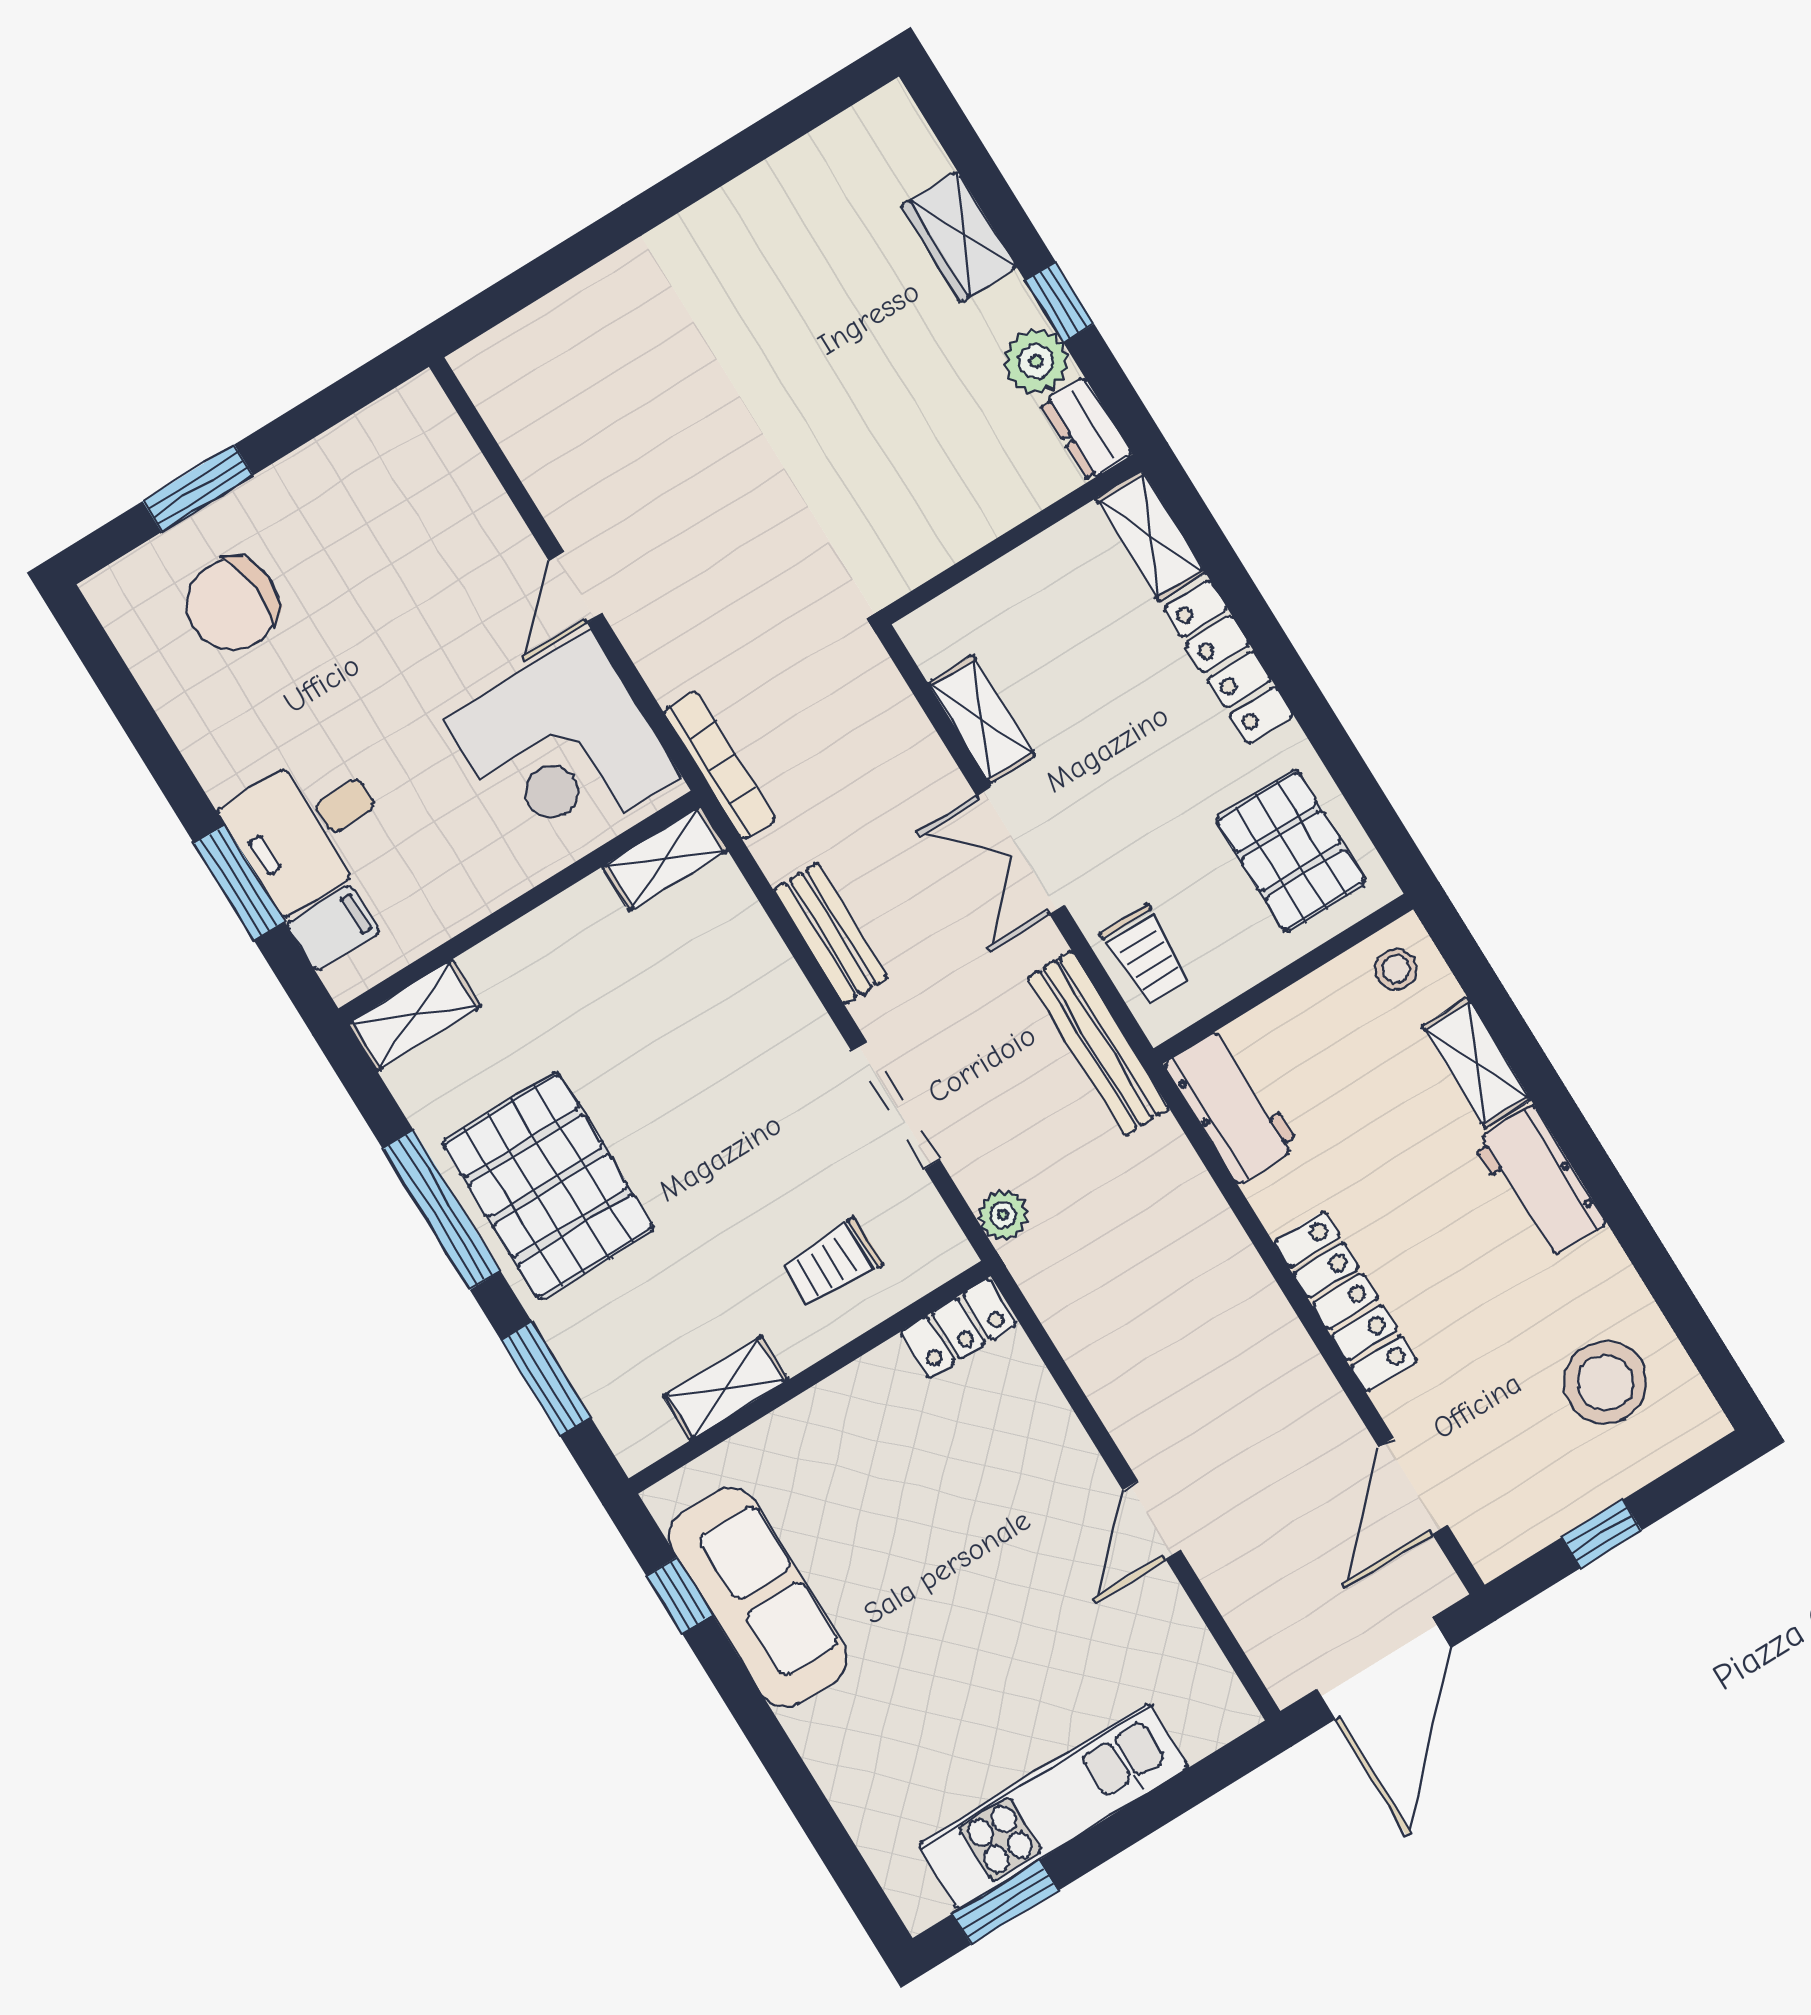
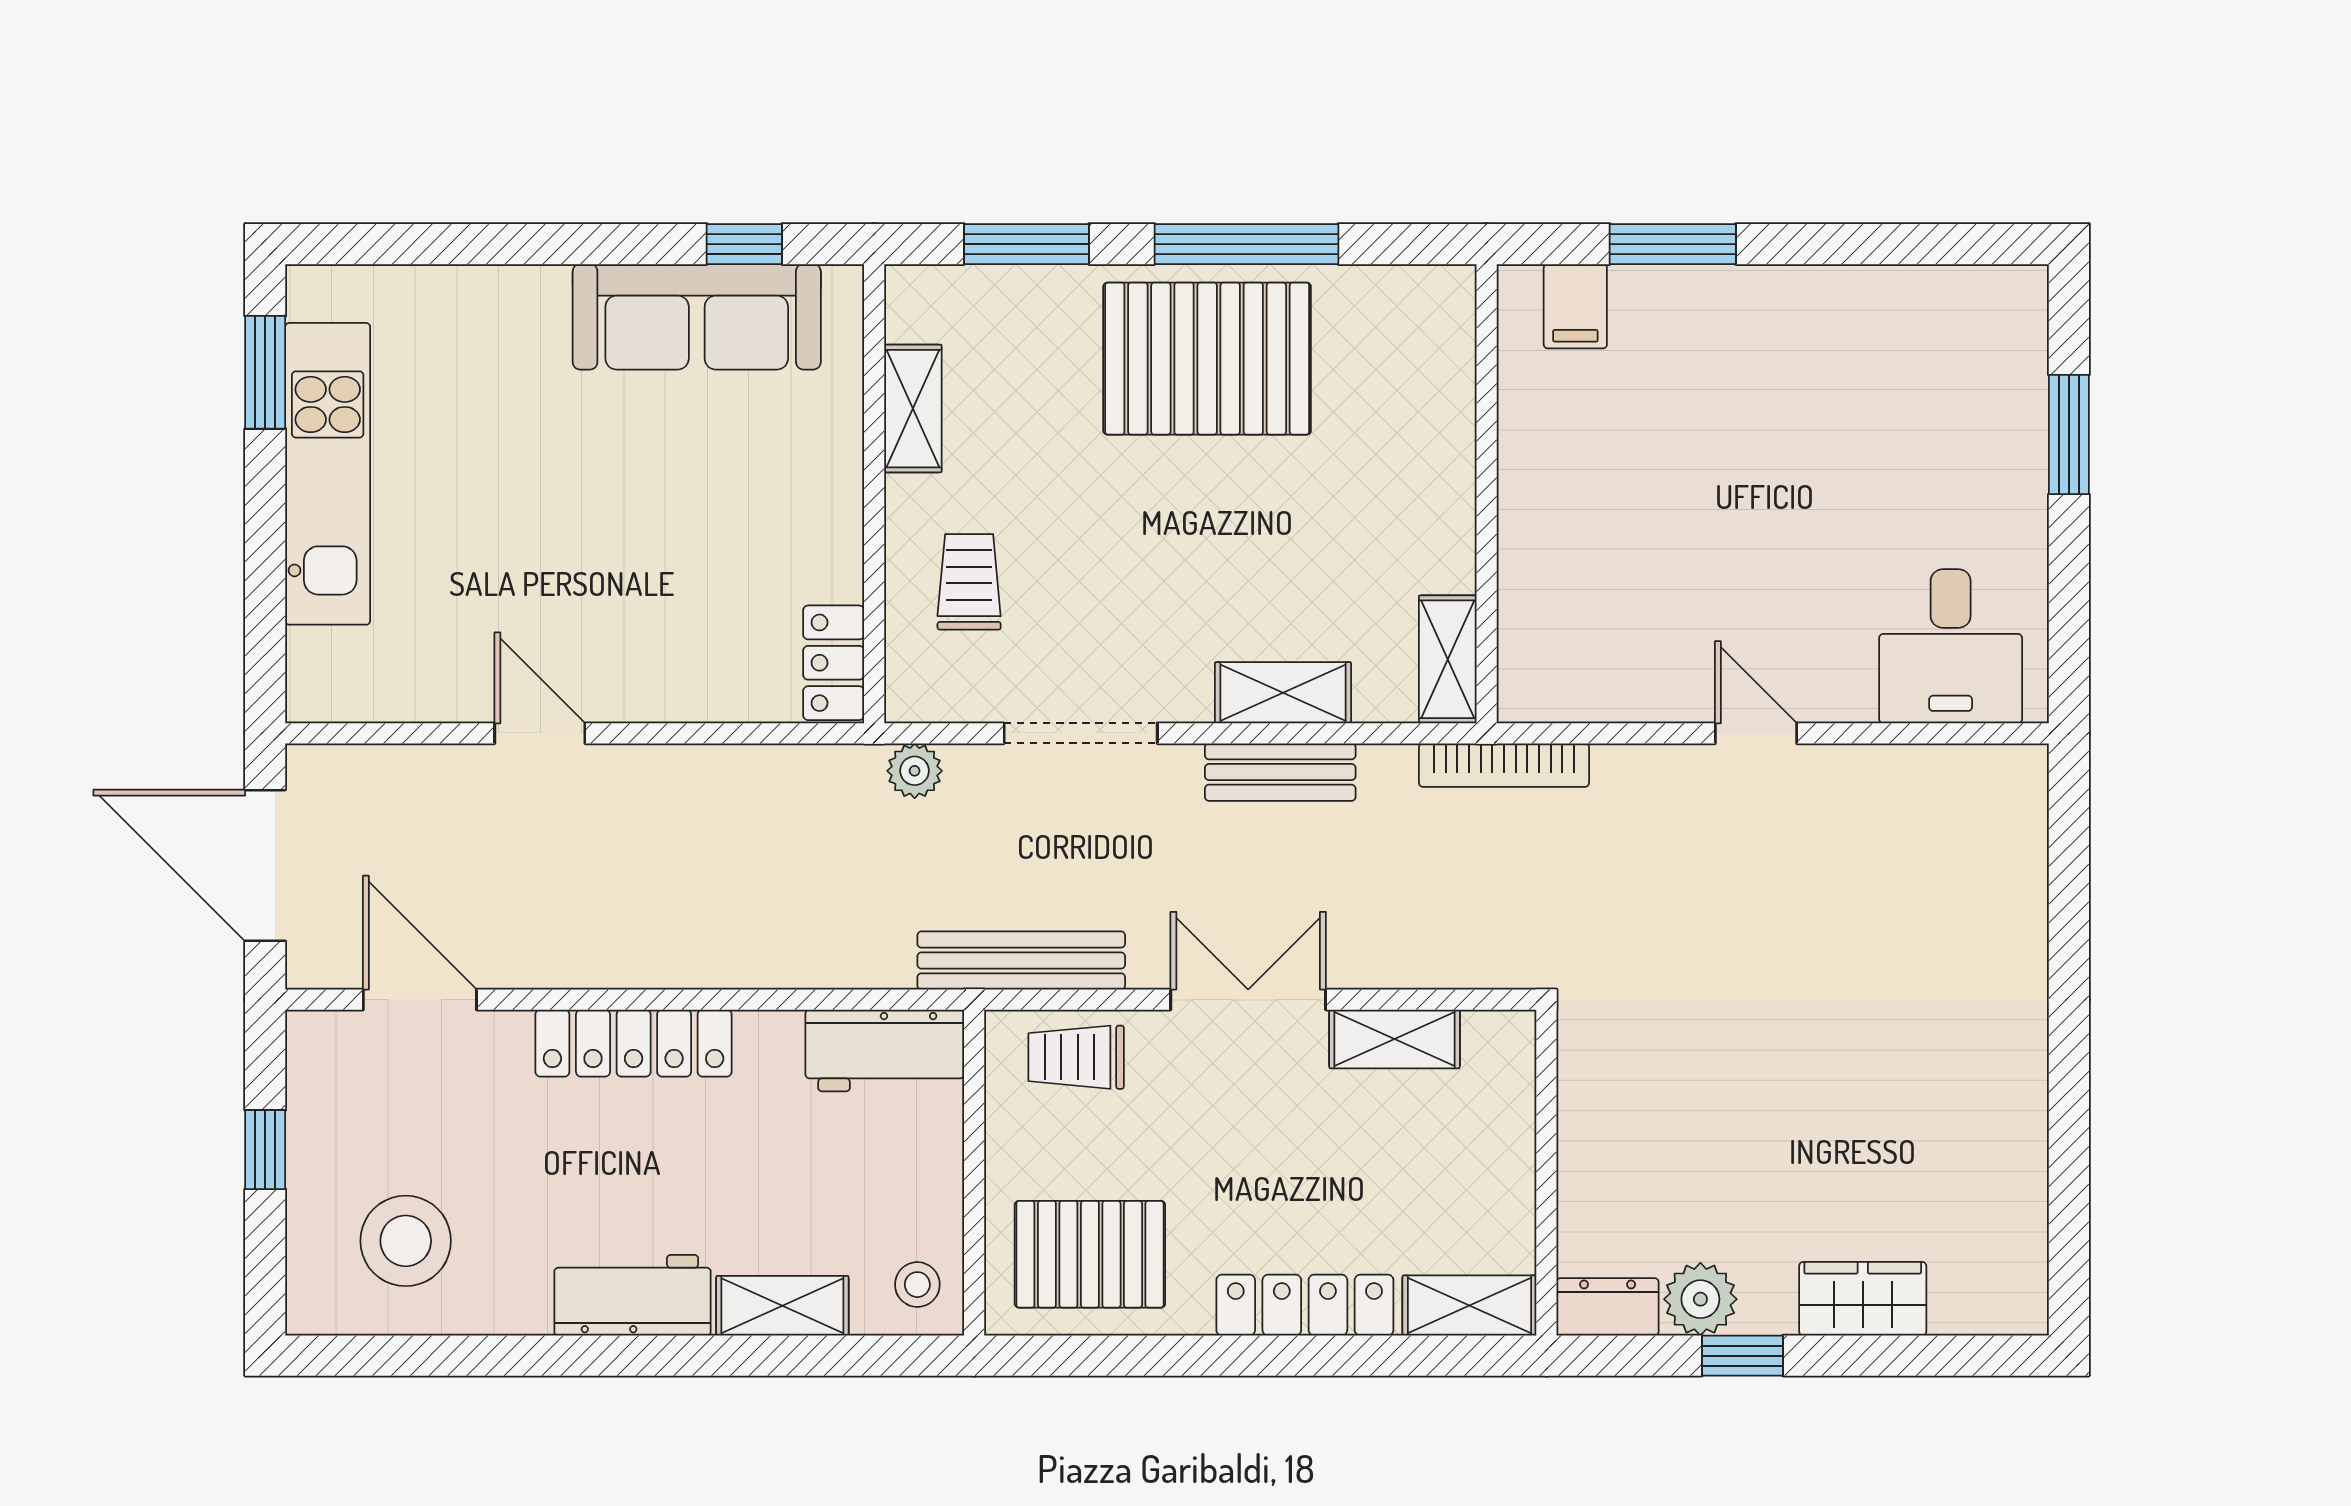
chair: (233, 604) -> (1939, 400), removed
corner desk: (562, 748) -> (1611, 627), removed
desk: (309, 828) -> (1951, 646), moved, turned 180
shelving: (415, 1015) -> (1283, 693), moved, turned 90

